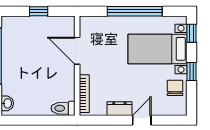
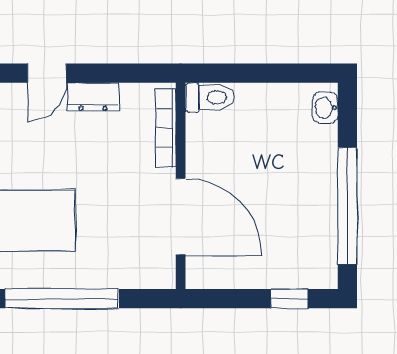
window: (39, 11) -> (289, 299), moved
door: (77, 51) -> (181, 217), width x1.36

